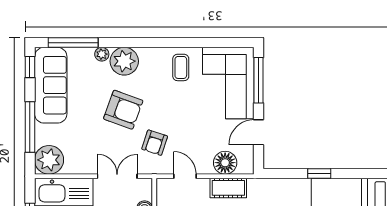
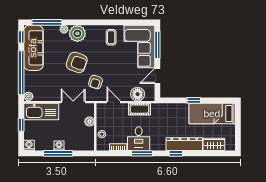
window: (30, 127) -> (21, 73), width x1.46
plant: (49, 160) -> (28, 96), width x0.53, depth x0.53

